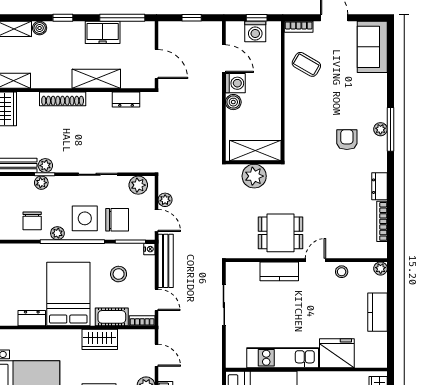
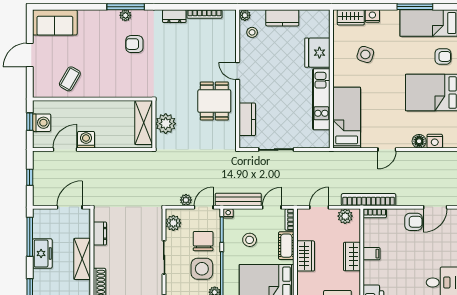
bookcase: (299, 27) -> (38, 85), removed
boiler: (233, 102) -> (102, 141), removed
kitchen counter: (279, 271) -> (247, 119), moved
stool: (342, 272) -> (252, 32), moved

